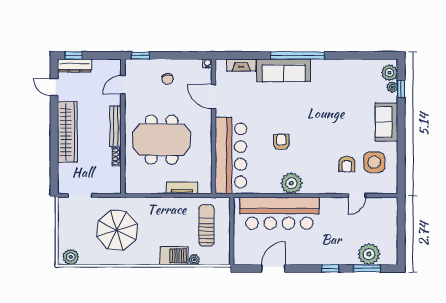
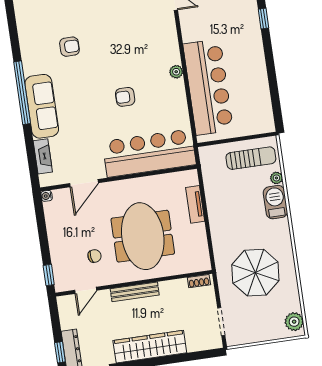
chair: (168, 79) -> (94, 256), moved
door: (123, 85) -> (86, 290), hinge flipped
shoe rack: (117, 157) -> (199, 281), moved
armchair: (347, 164) -> (69, 47), moved
plant: (291, 183) -> (176, 72), width x0.53, depth x0.53
sun lounger: (206, 225) -> (251, 158), moved, turned 180
door: (273, 268) -> (273, 85), removed

